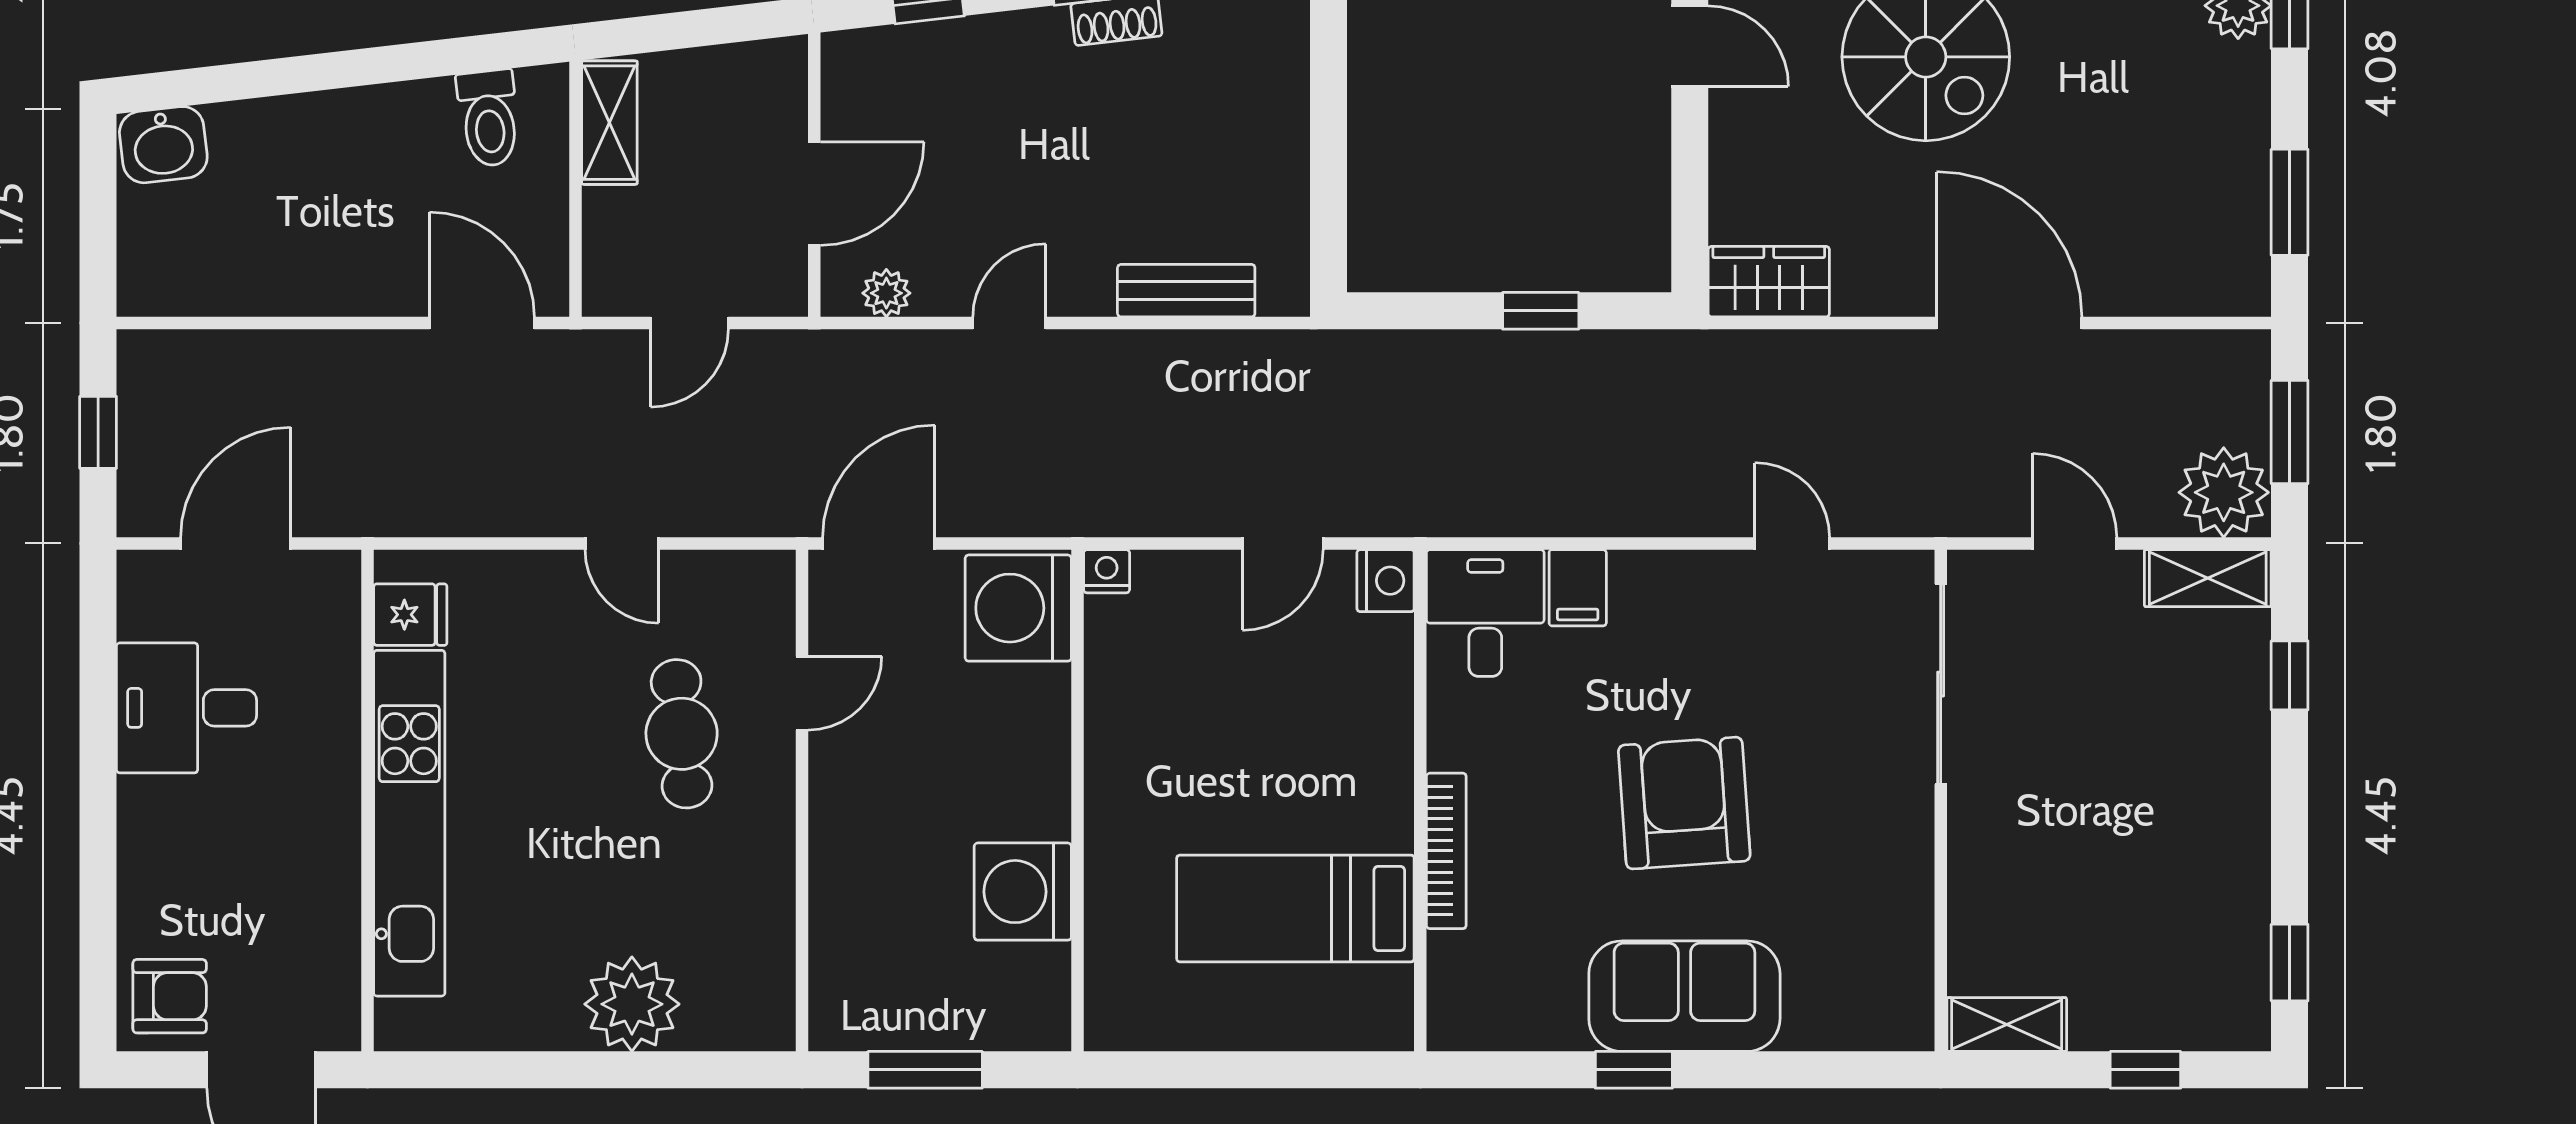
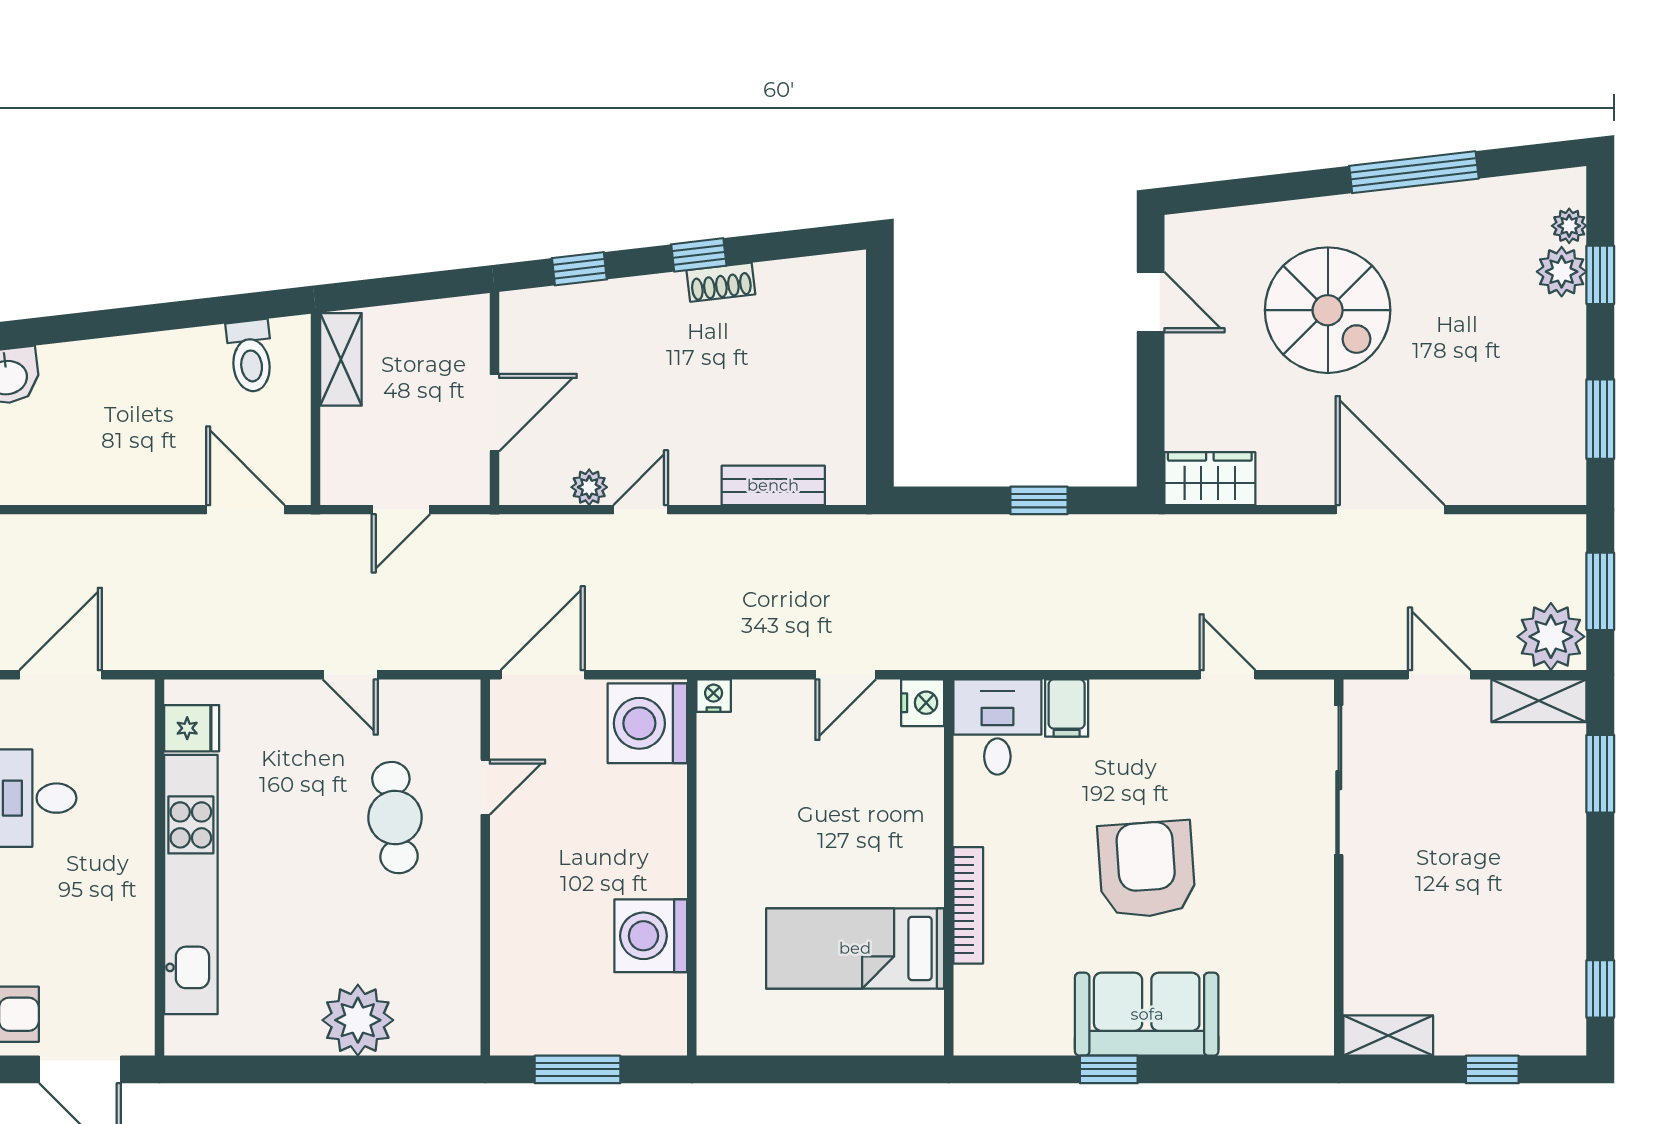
plant: (886, 293) -> (589, 487), moved
window: (2290, 675) -> (1600, 774), width x1.50

